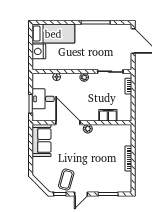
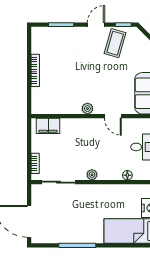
filing cabinet: (108, 115) -> (48, 126), moved
door: (68, 123) -> (113, 116), width x0.53

